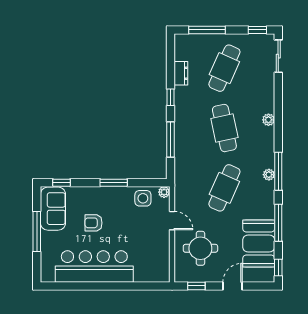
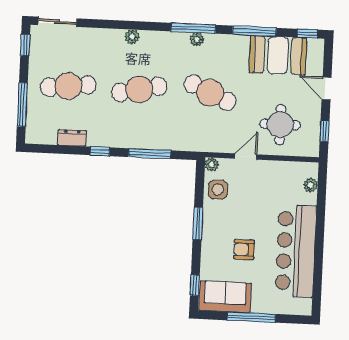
cafe table: (224, 68) -> (68, 86), turned -30
armchair: (93, 223) -> (244, 250), turned 90
plant: (150, 276) -> (311, 185), added

